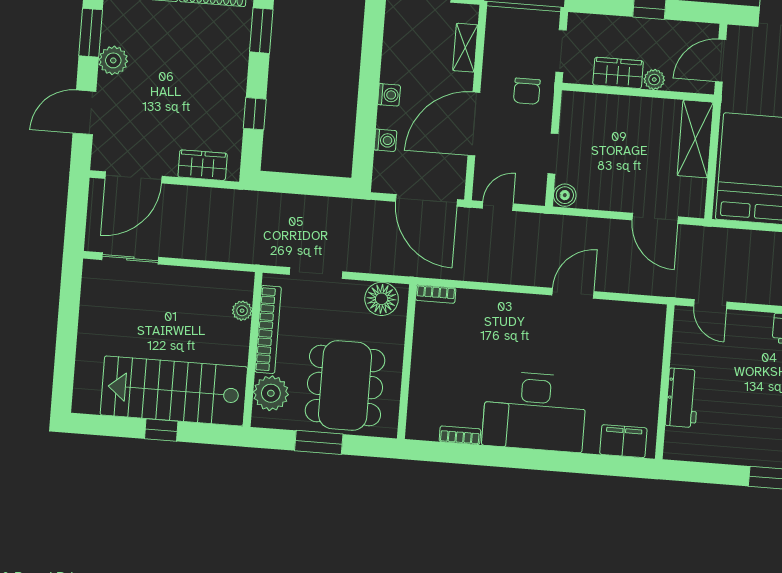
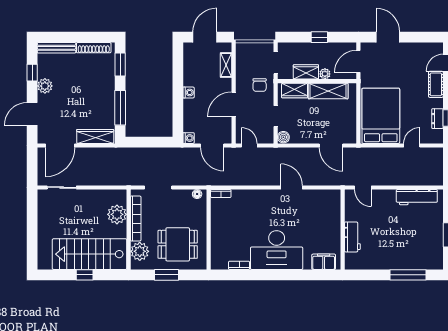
window: (91, 33) -> (32, 73), width x0.67
wardrobe: (593, 107) -> (295, 91), added
window: (255, 114) -> (120, 108), width x2.17
door: (474, 124) -> (234, 104), width x0.73
shelving: (695, 139) -> (328, 91), moved, turned 90
washing machine: (385, 140) -> (189, 138), moved
wardrobe: (203, 165) -> (95, 136), width x1.50
door: (426, 200) -> (212, 145), width x0.73
door: (498, 206) -> (249, 145), hinge flipped
door: (573, 293) -> (292, 187), hinge flipped
floor lamp: (382, 299) -> (197, 194), width x0.53, depth x0.53
plant: (242, 311) -> (117, 214), width x1.87, depth x1.87
dining table: (345, 386) -> (178, 244), width x0.73

